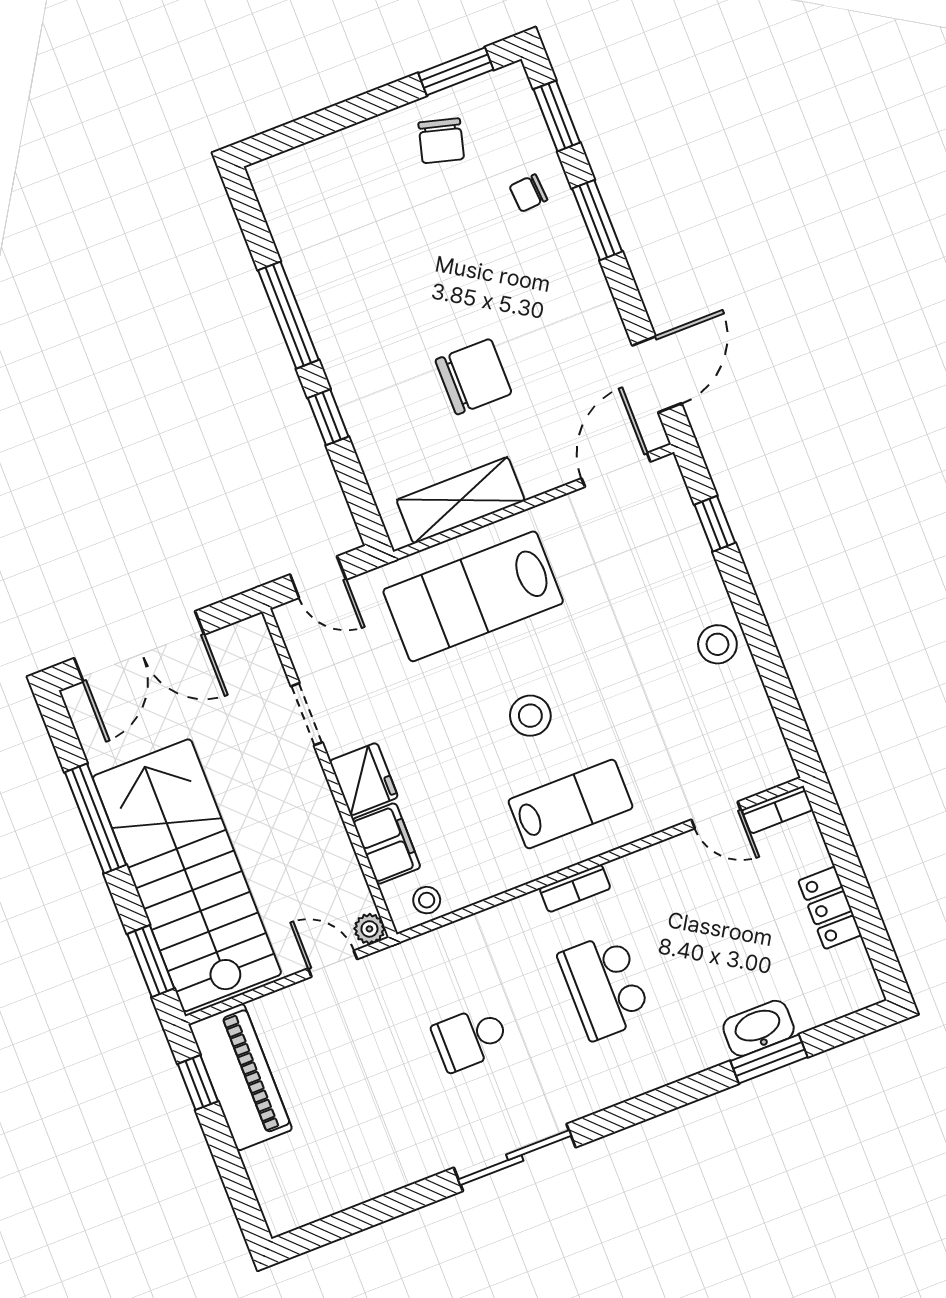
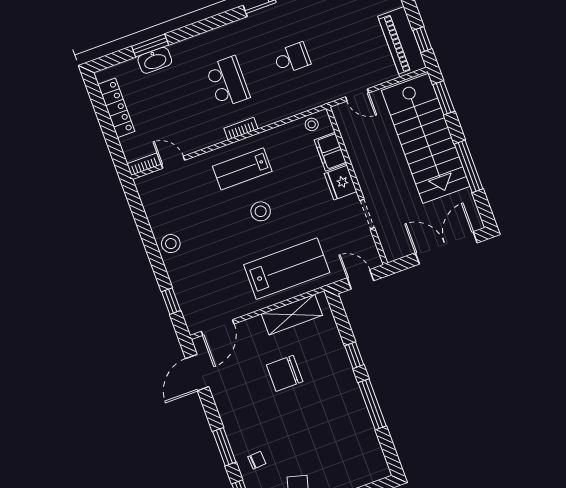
locker: (830, 908) -> (116, 108), width x1.53
plant: (369, 929) -> (339, 111), removed

